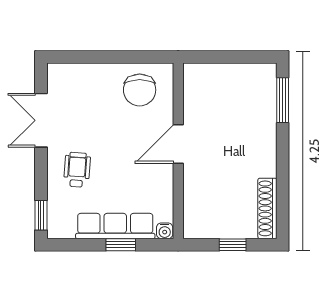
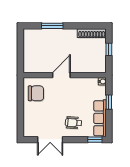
window: (283, 100) -> (52, 26), moved
door: (178, 144) -> (61, 75), swing flipped
row of seats: (115, 226) -> (100, 118), moved

